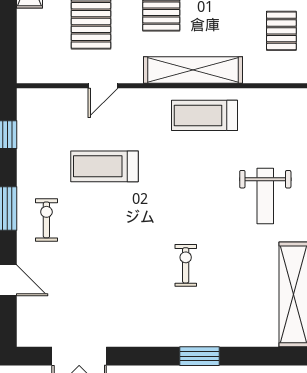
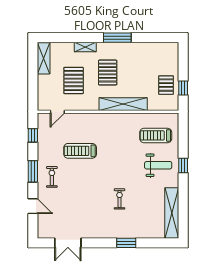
door: (103, 86) -> (57, 112), moved
treadmill: (205, 115) -> (156, 135), moved
weight bench: (265, 196) -> (158, 165), turned -90

